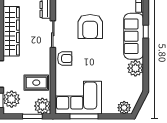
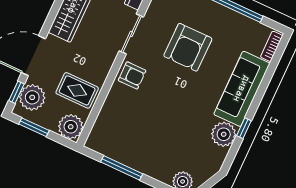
window: (146, 32) -> (244, 128), moved
corner sofa: (78, 98) -> (126, 138), removed
window: (32, 116) -> (34, 127), moved

